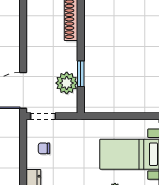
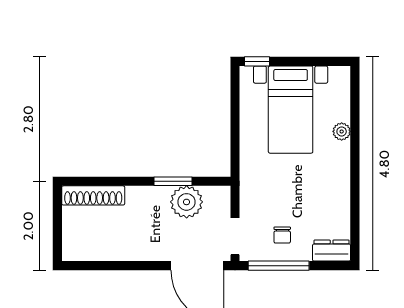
window: (23, 146) -> (279, 266), added

